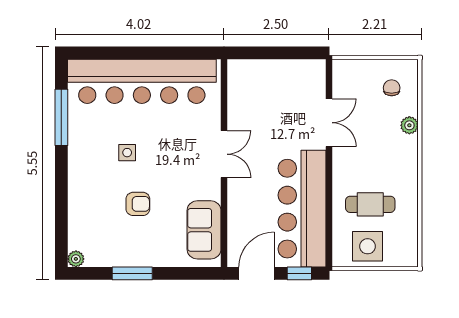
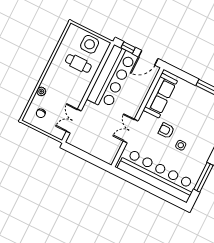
double door: (329, 123) -> (74, 121), moved
double door: (224, 154) -> (131, 131), moved
armchair: (138, 204) -> (166, 131), moved
sofa: (204, 230) -> (160, 96), width x1.36

